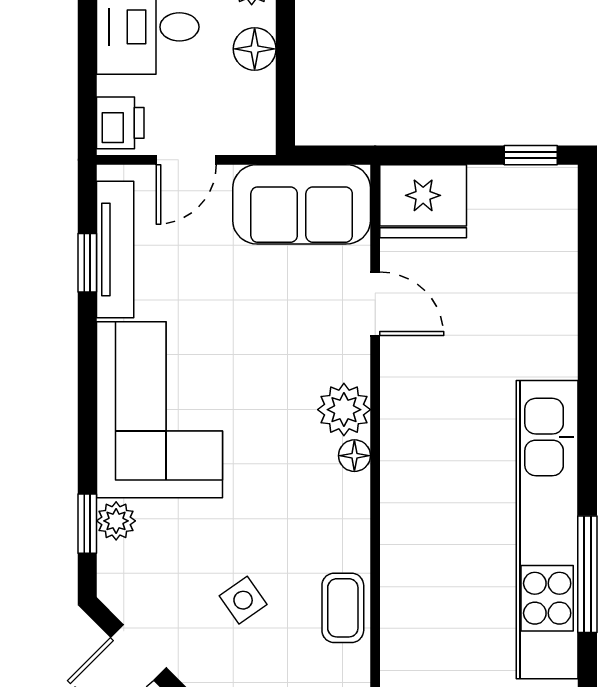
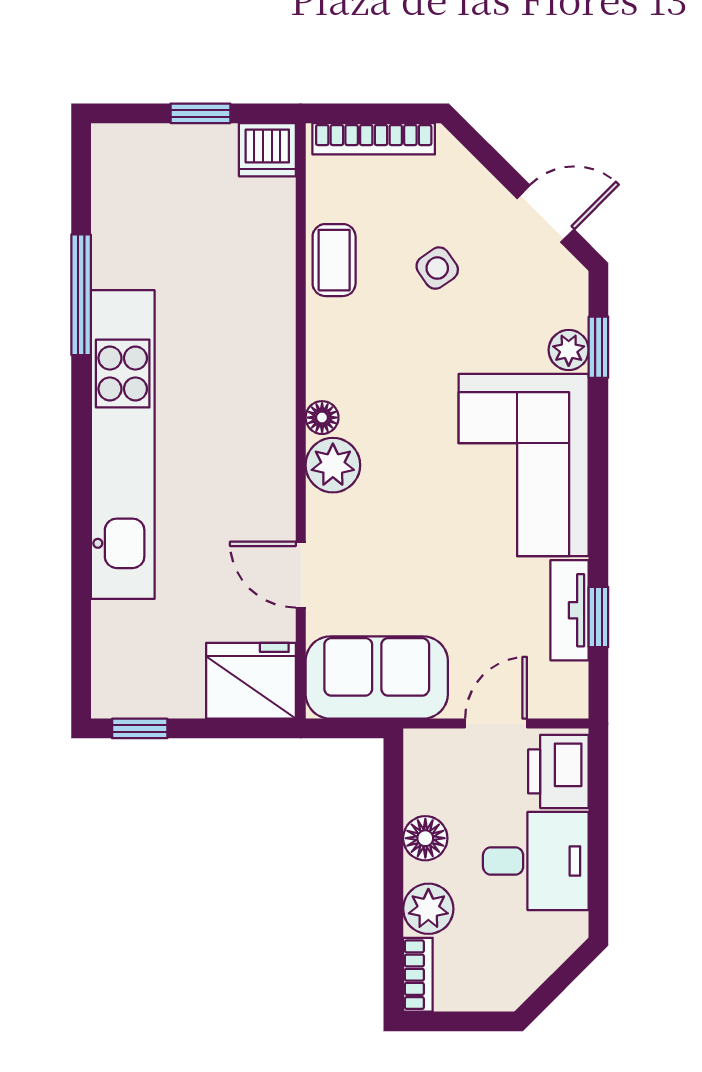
printer: (120, 123) -> (558, 771), width x1.36, depth x1.24
tv unit: (115, 250) -> (570, 610), width x0.71
kitchen unit: (547, 530) -> (123, 445), moved

